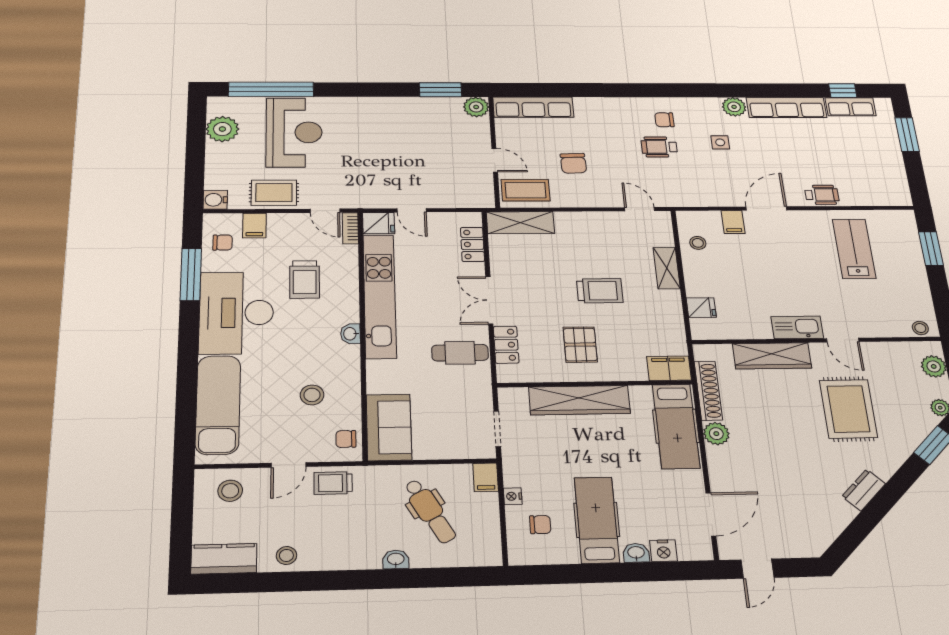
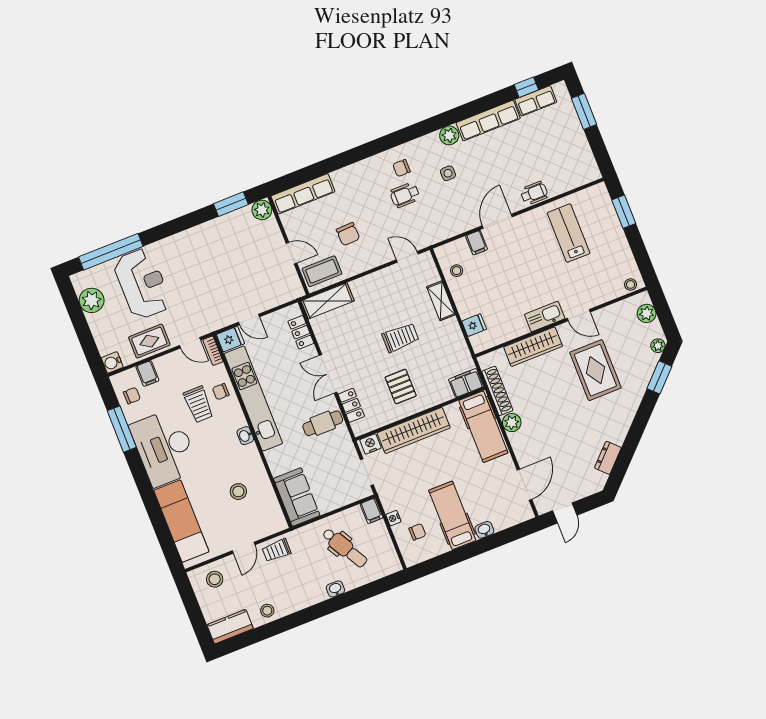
chair: (346, 439) -> (221, 392), moved
dresser: (864, 490) -> (608, 458), moved
nightstand: (663, 551) -> (370, 444), moved, turned 180

